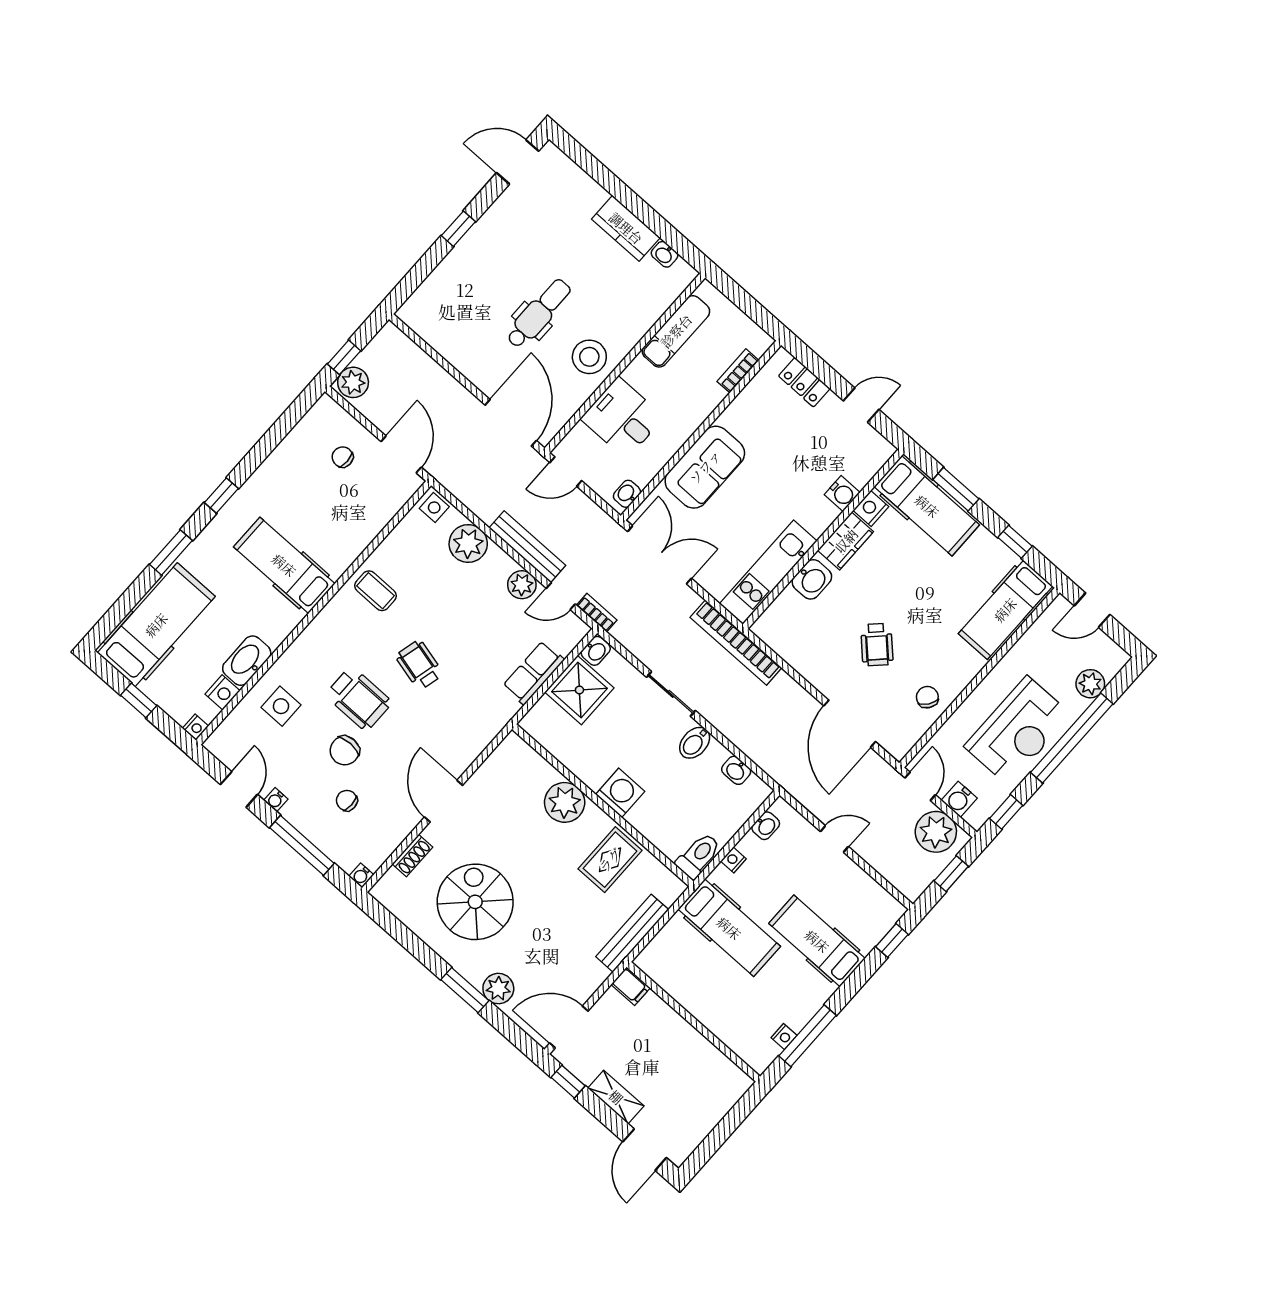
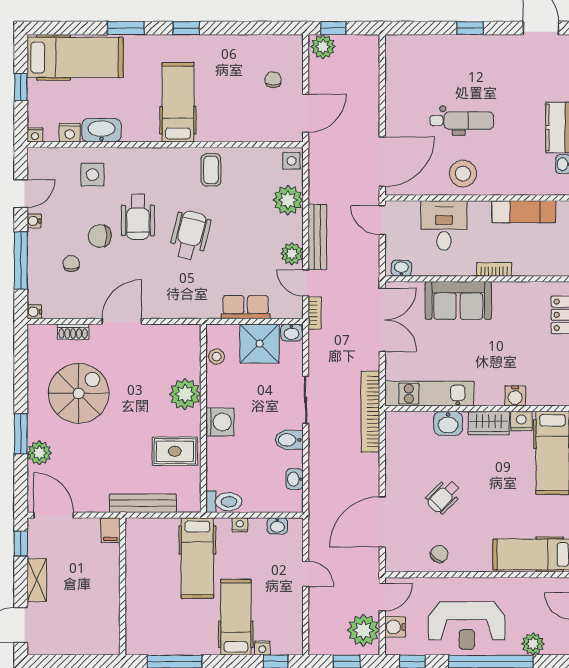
bookcase: (738, 371) -> (494, 269), moved
wheelchair: (419, 665) -> (190, 235), width x1.36, depth x1.37
stool: (556, 741) -> (217, 357), added
nightstand: (784, 1037) -> (262, 648), moved

